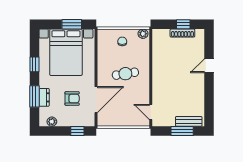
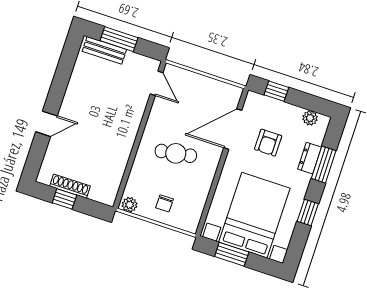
armchair: (72, 99) -> (268, 143), turned -90

